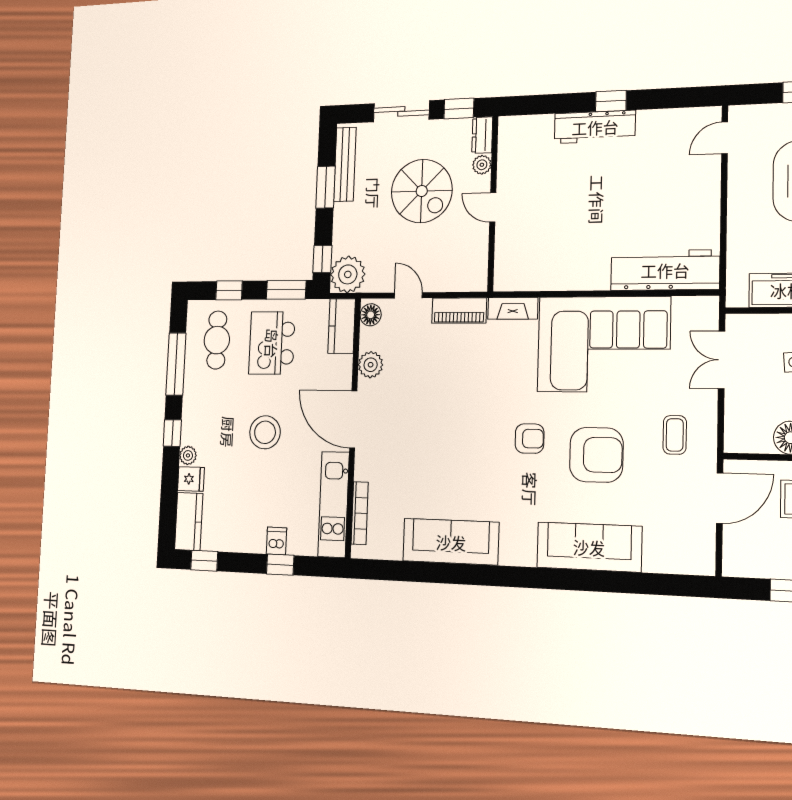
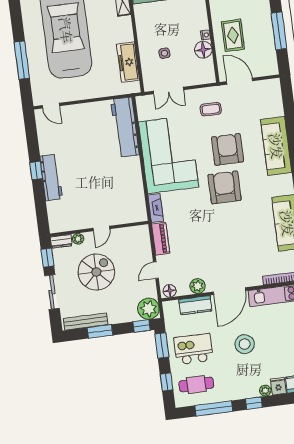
kitchen counter: (342, 326) -> (195, 305), moved
kitchen island: (272, 343) -> (193, 349), turned 180
armchair: (530, 439) -> (225, 187), width x1.88, depth x1.88

